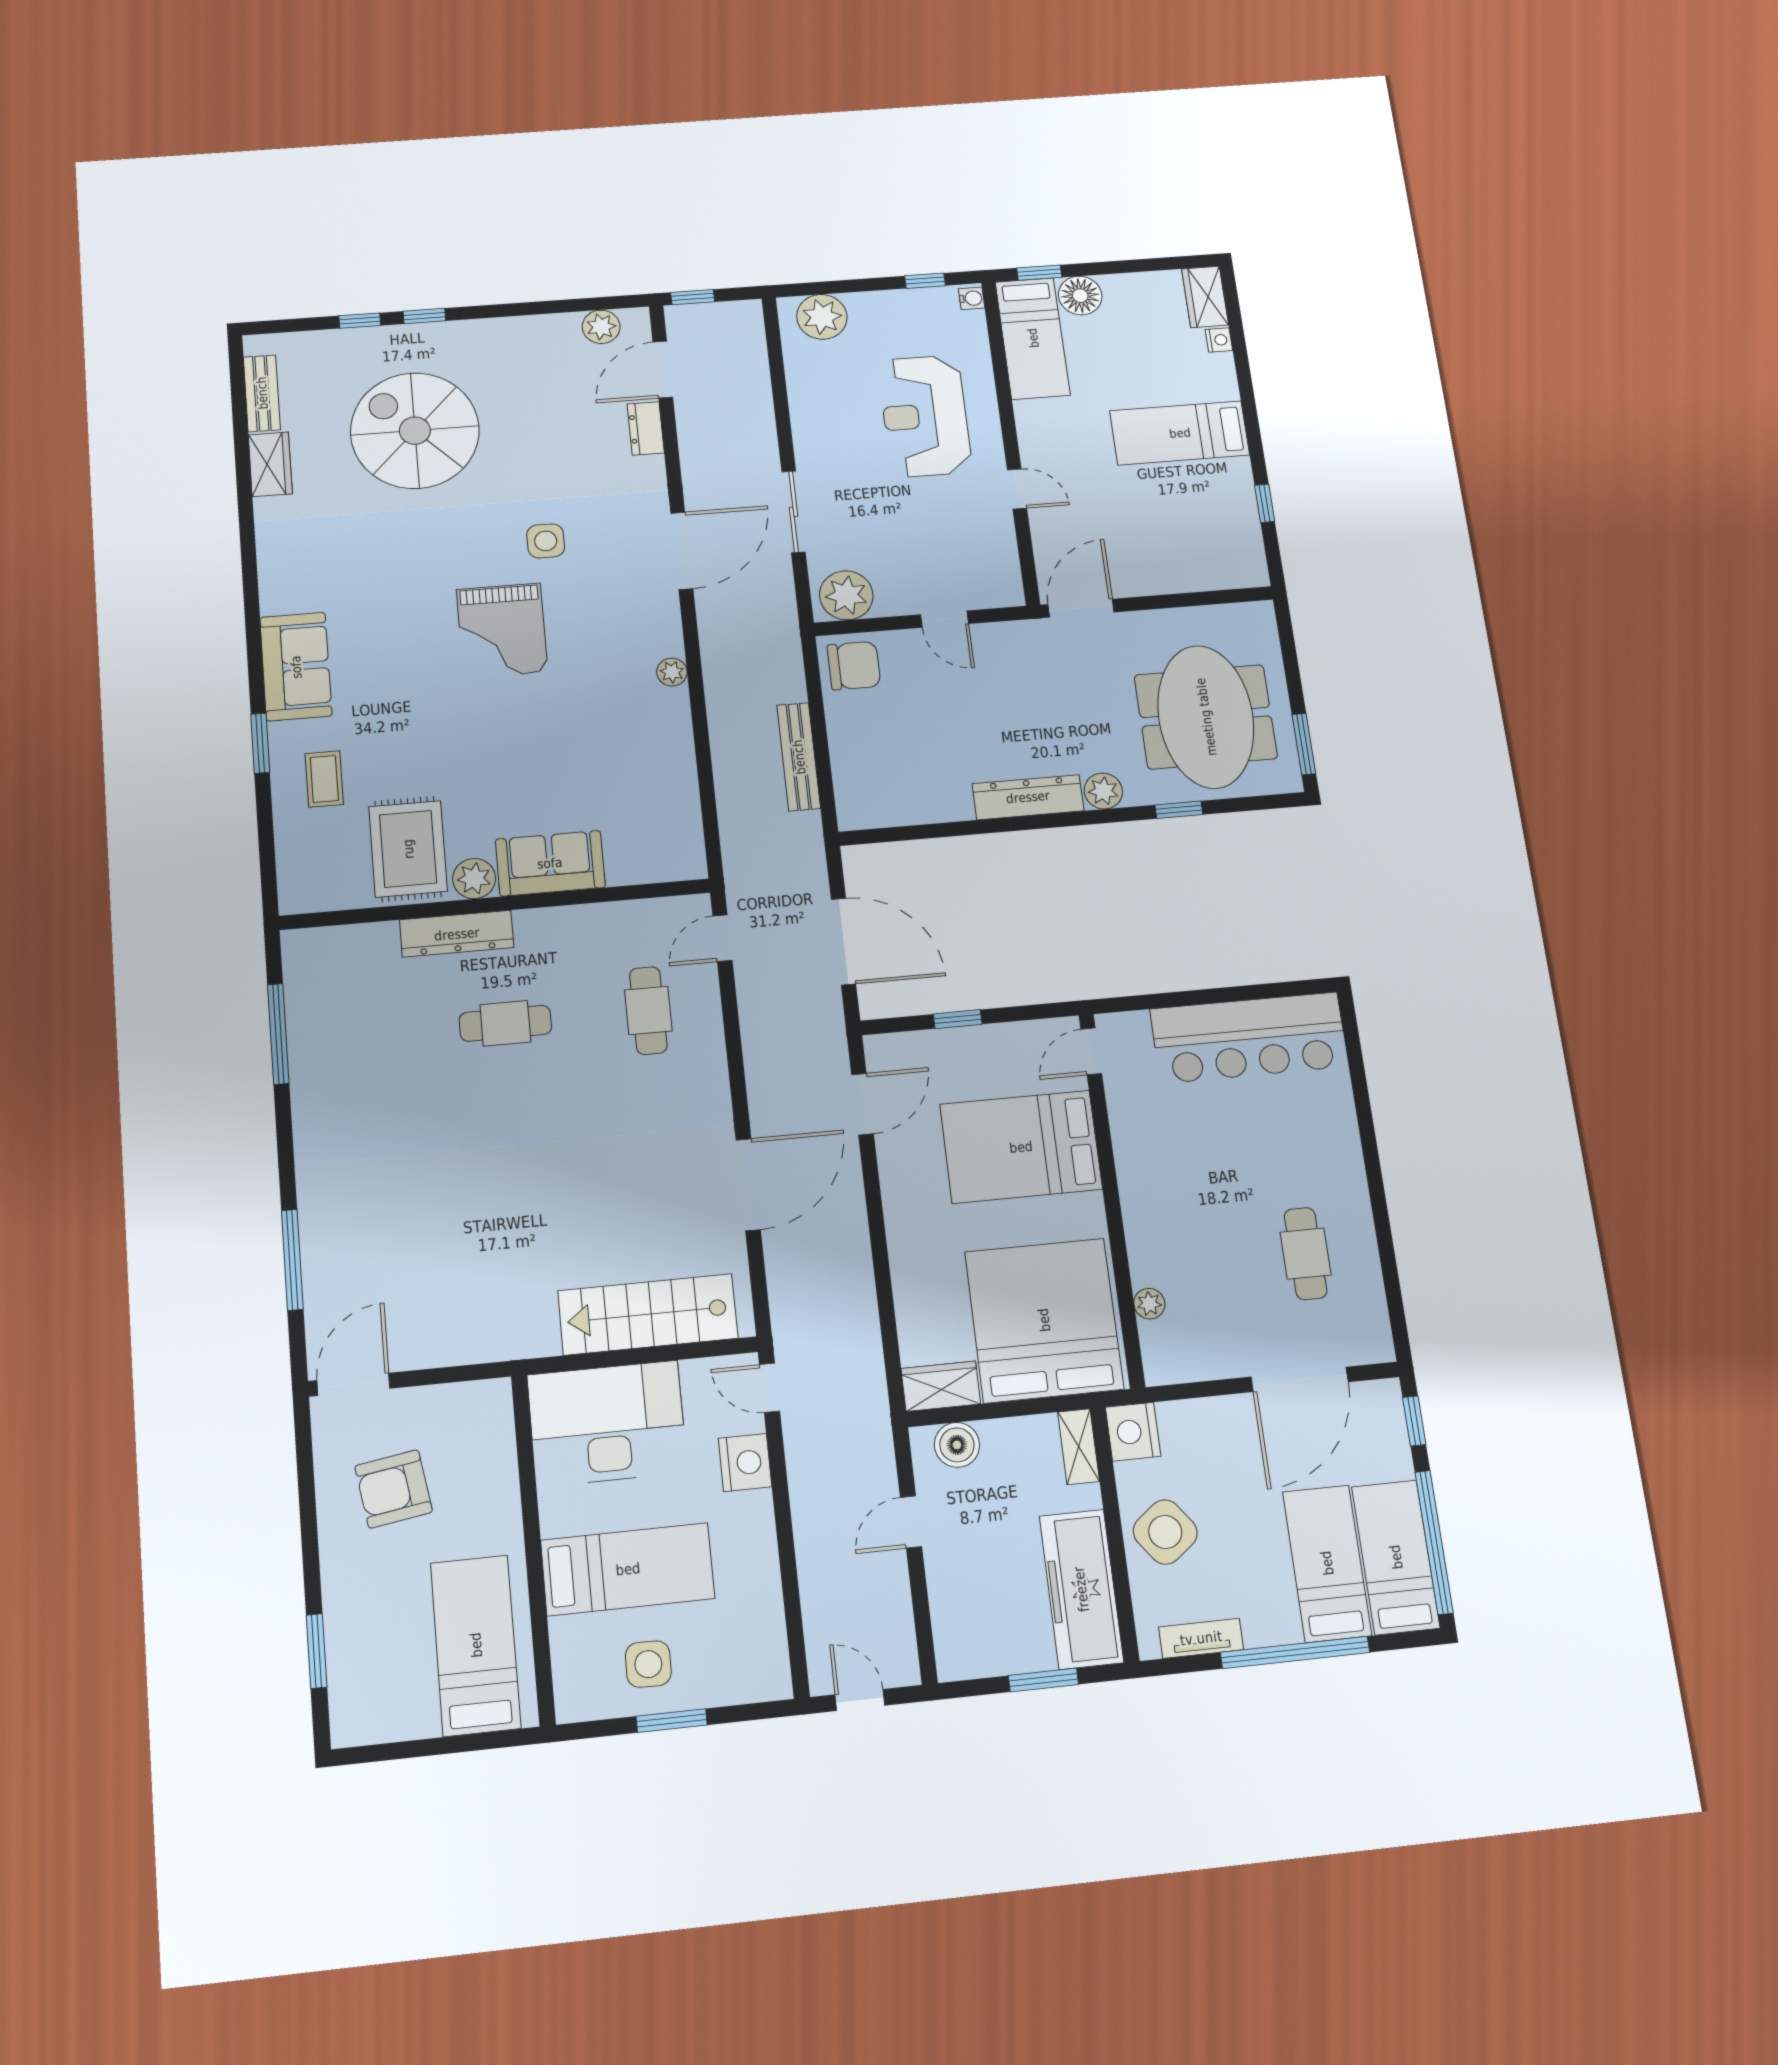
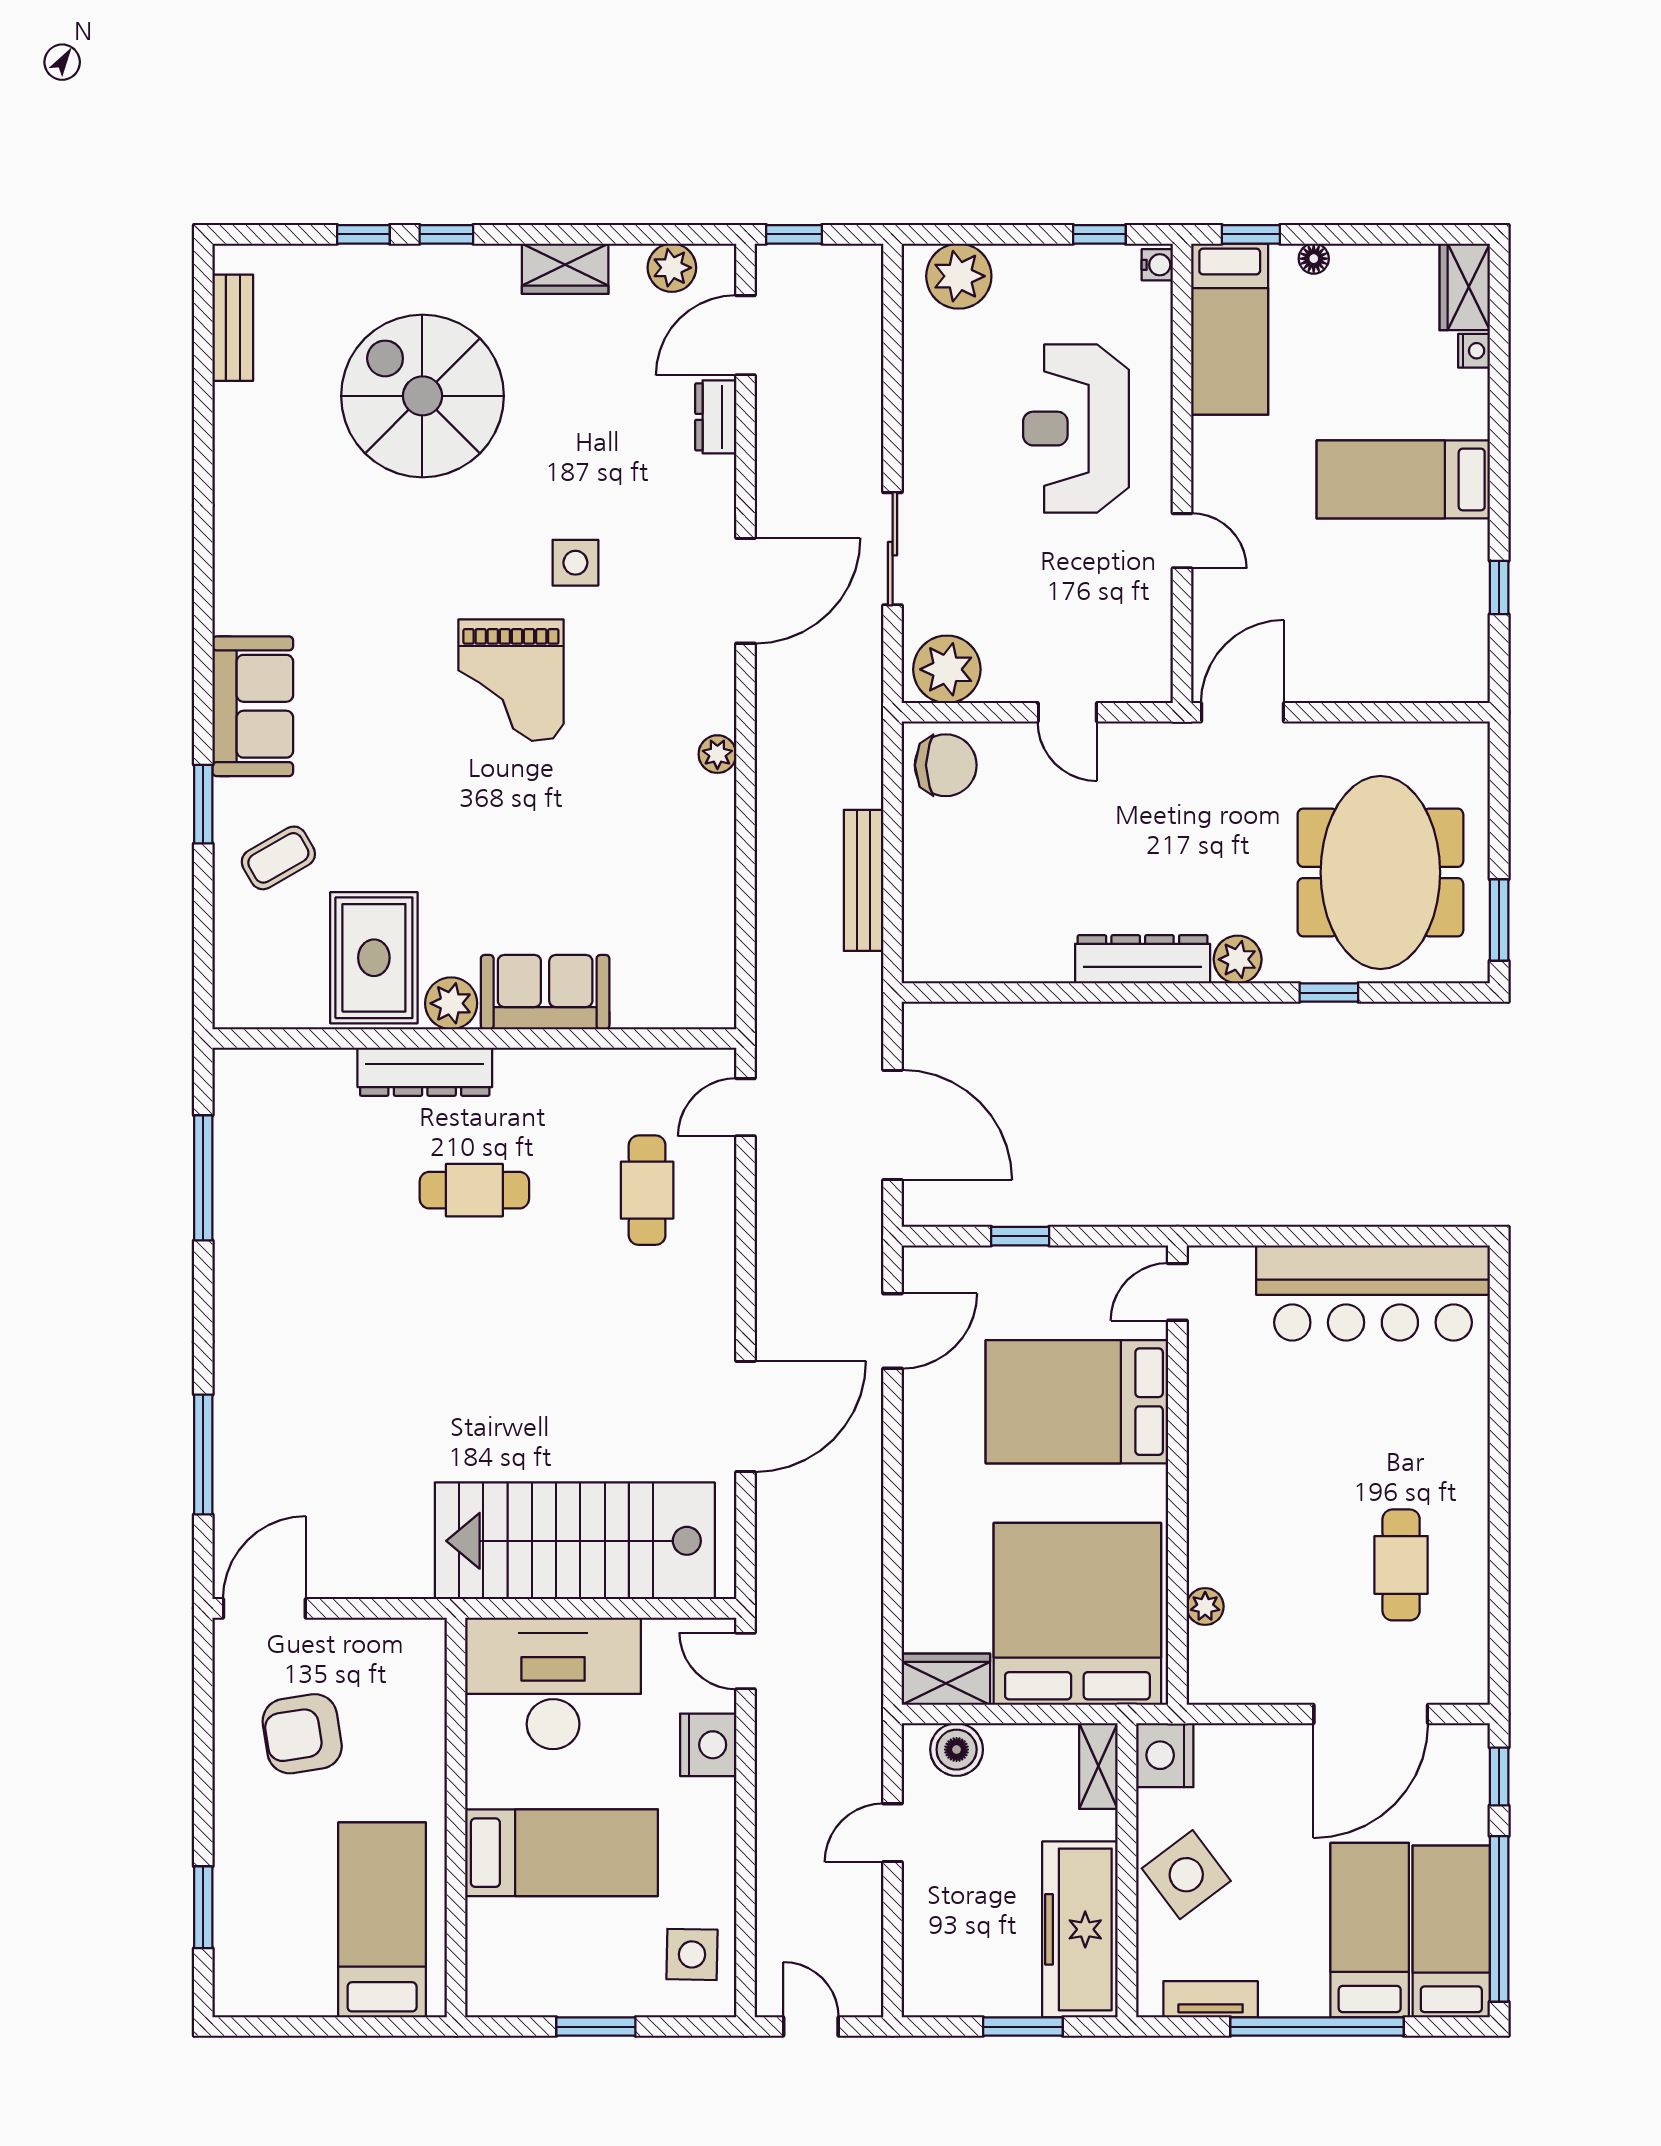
floor lamp: (1080, 296) -> (1314, 259), width x0.53, depth x0.53
wardrobe: (270, 464) -> (565, 269), moved, turned 90
coffee table: (324, 779) -> (278, 858), turned 60
stairs: (648, 1314) -> (575, 1541), width x1.36, depth x1.51
side table: (648, 1664) -> (692, 1954), moved

